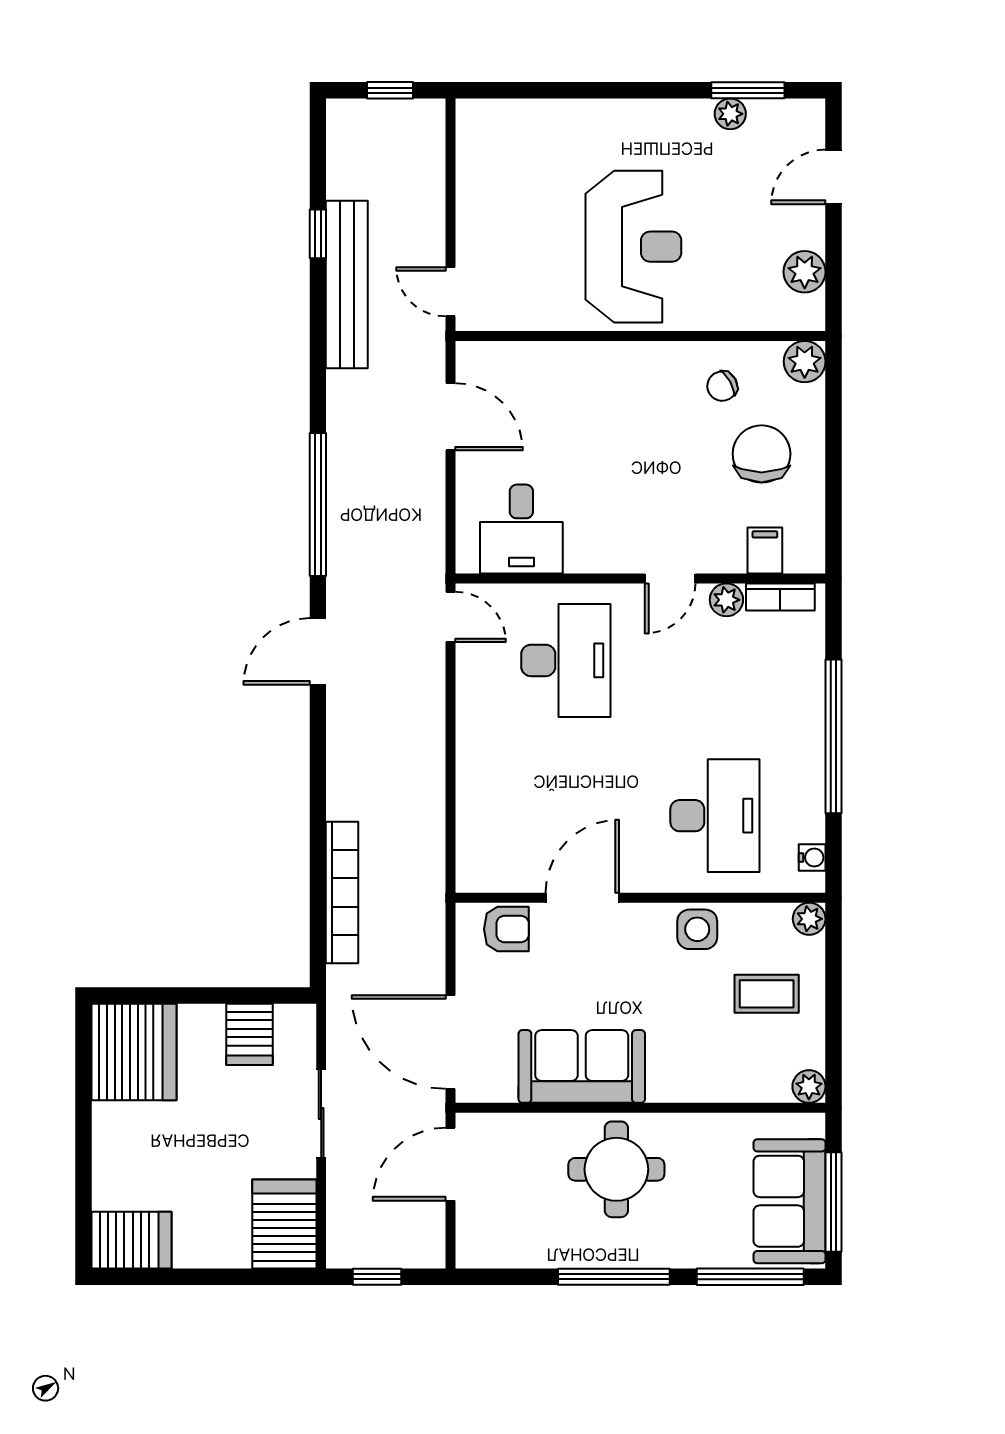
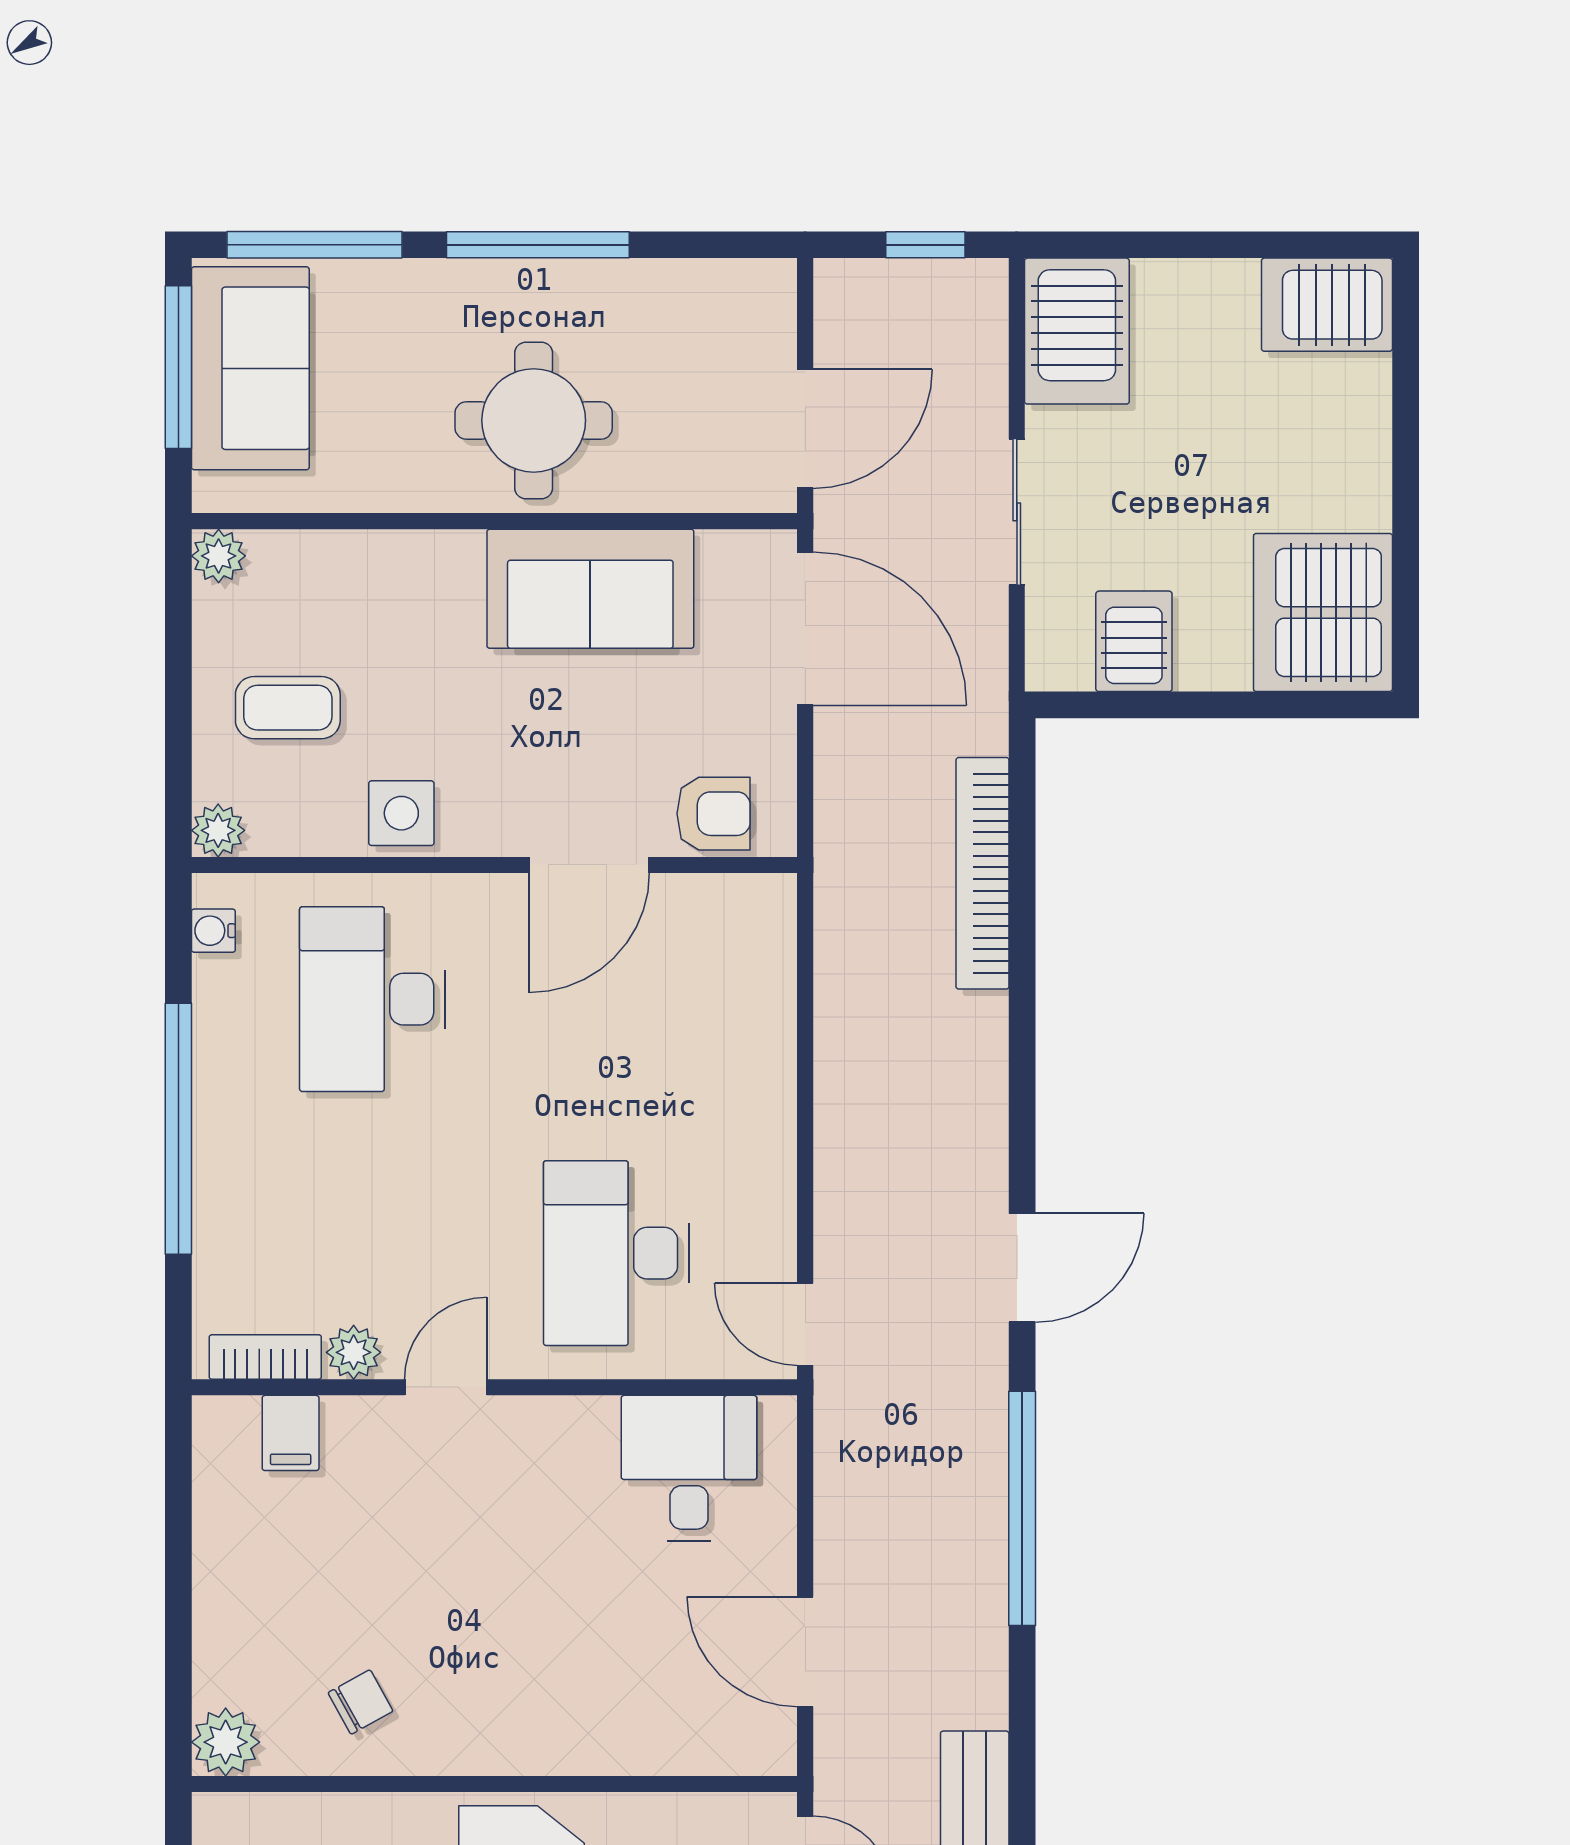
chair: (762, 454) -> (296, 1591), removed
armchair: (506, 929) -> (714, 814), turned 180

